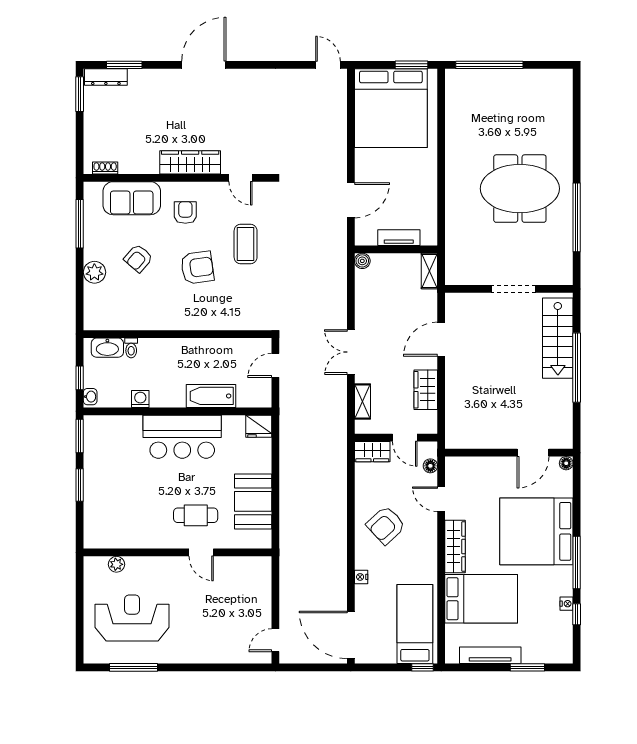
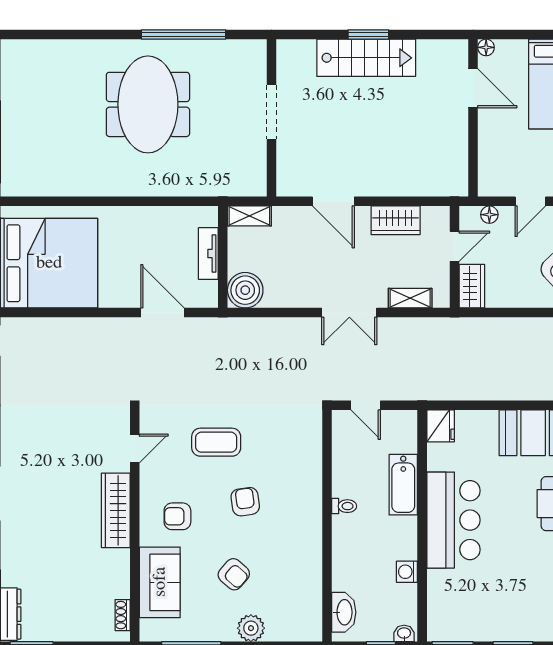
boiler: (362, 261) -> (245, 290), width x1.86, depth x1.86
armchair: (197, 268) -> (245, 502), width x0.72, depth x0.72
stairs: (558, 338) -> (366, 58), moved
toilet: (131, 348) -> (344, 506), moved
window: (577, 368) -> (368, 34), width x0.47

